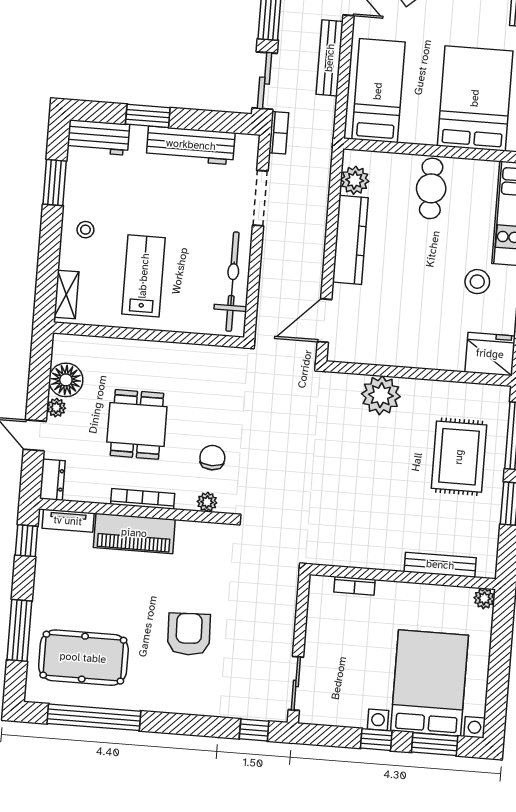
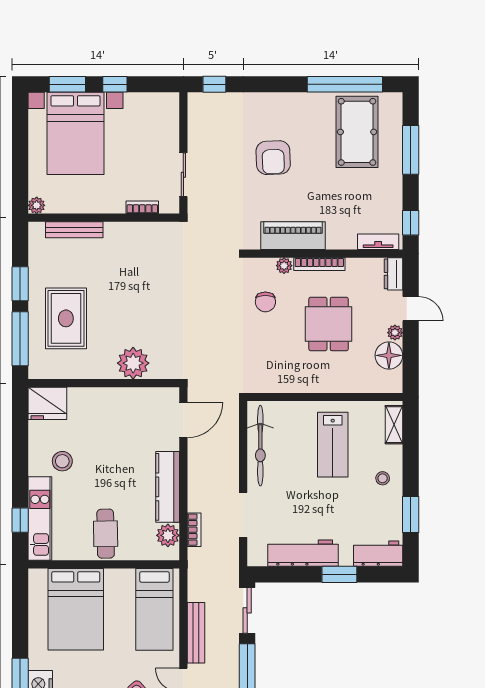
bookcase: (279, 133) -> (194, 530), moved, turned 180
plant: (207, 502) -> (284, 266), moved
piano: (134, 533) -> (293, 236), moved
pool table: (83, 658) -> (357, 132), turned 90
sliding door: (296, 683) -> (183, 175), moved

